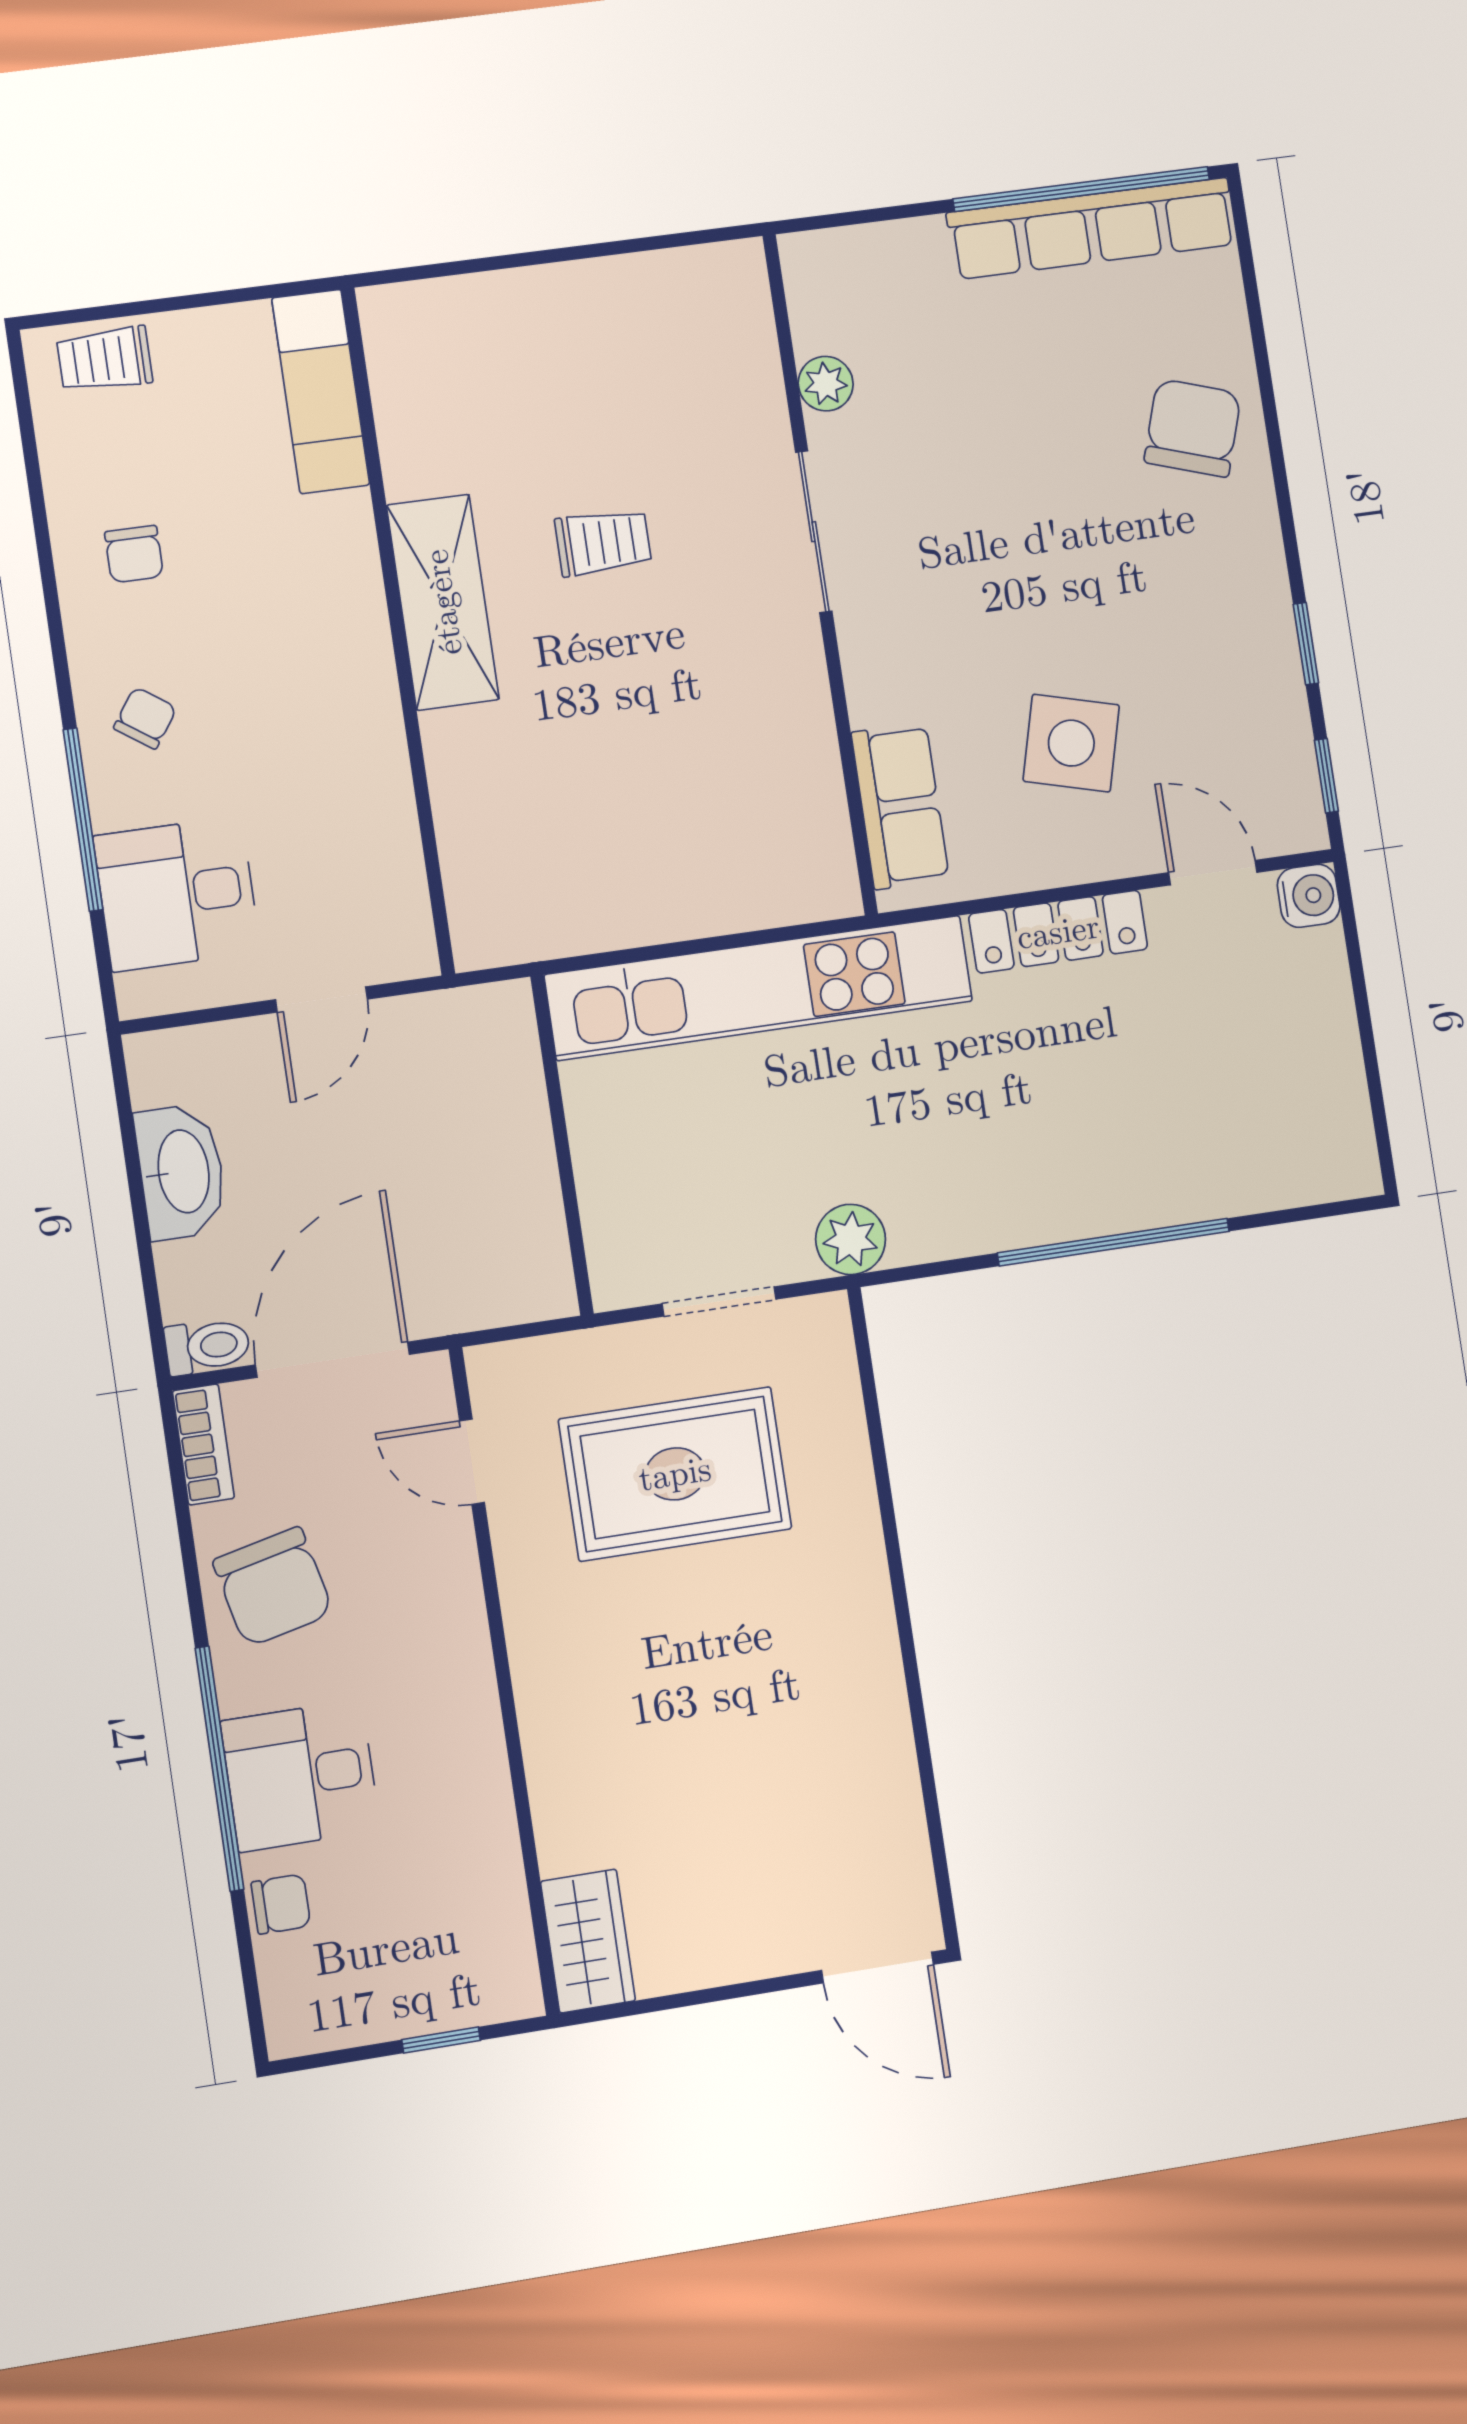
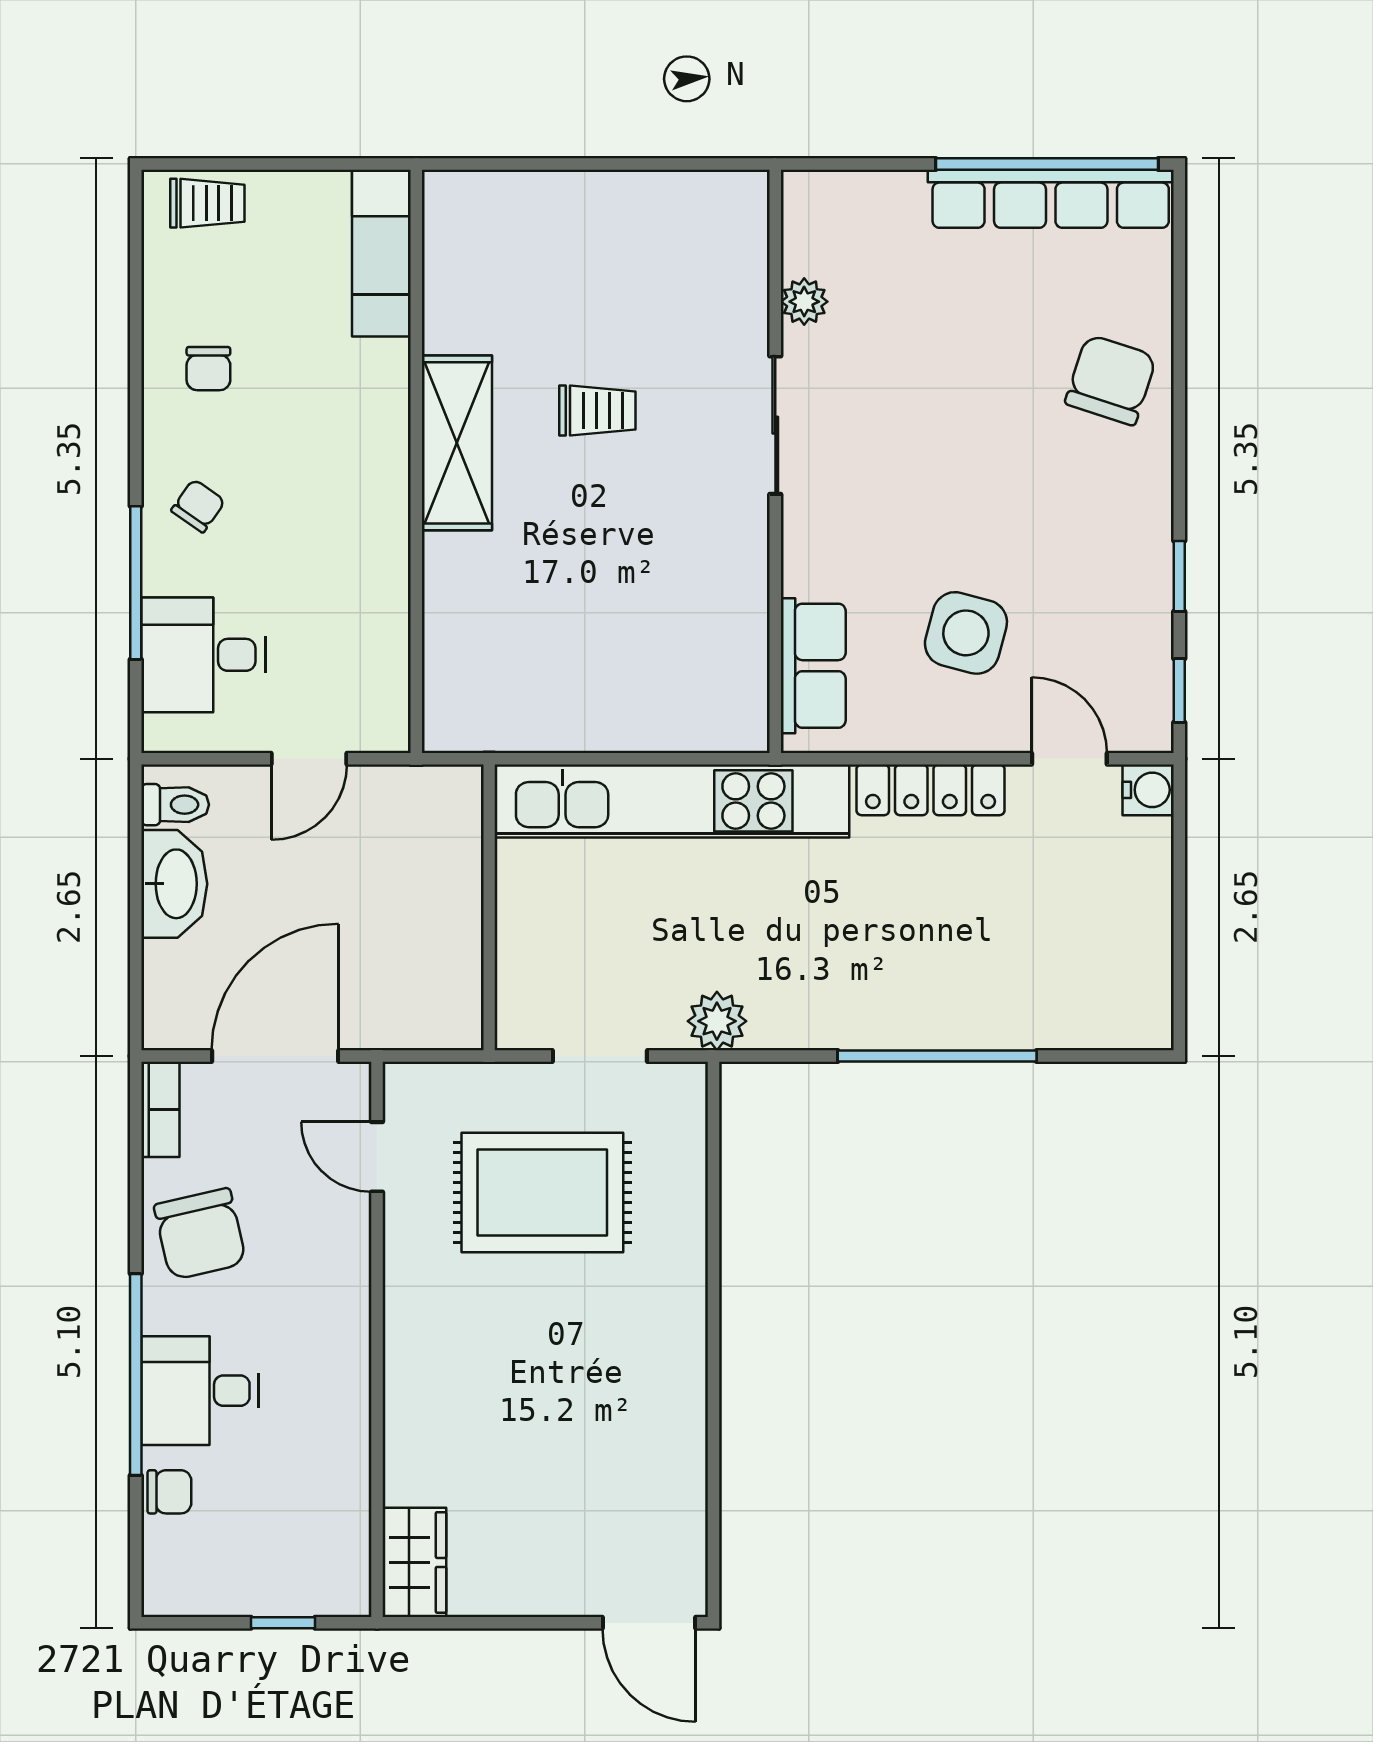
trolley: (105, 359) -> (207, 203), turned 180
toilet: (207, 1346) -> (175, 805), moved

